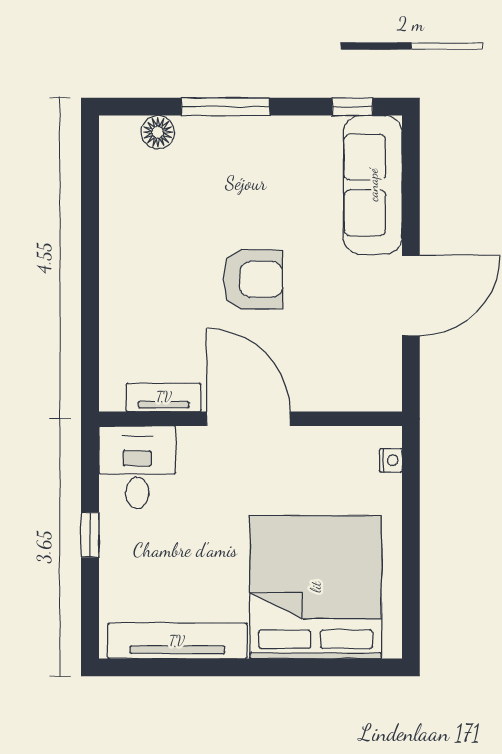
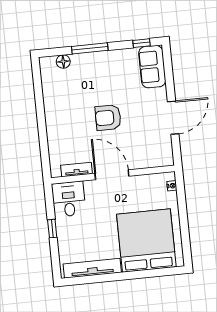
sofa: (373, 185) -> (152, 67), width x0.73
armchair: (253, 279) -> (108, 118), turned 180

